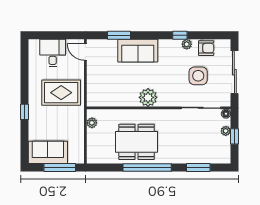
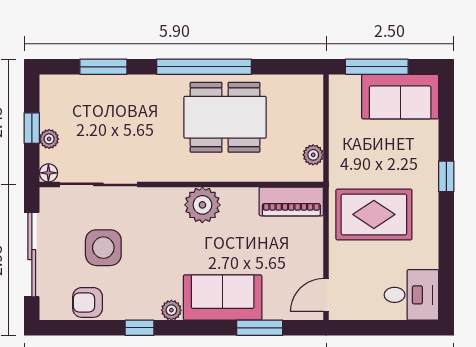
plant: (187, 44) -> (171, 310), moved
door: (85, 52) -> (326, 295), swing flipped
desk: (53, 53) -> (411, 295), moved, turned -90
piano: (103, 99) -> (291, 201), added

